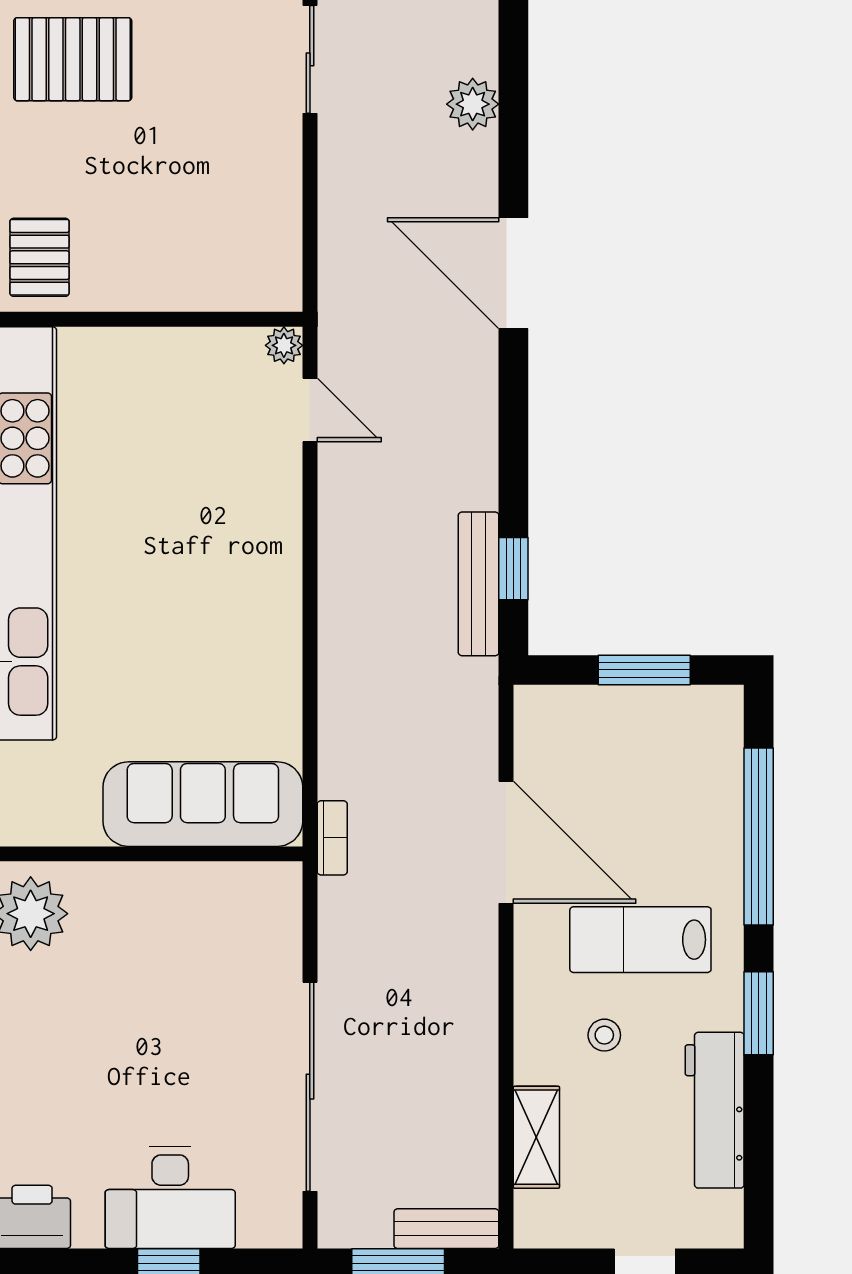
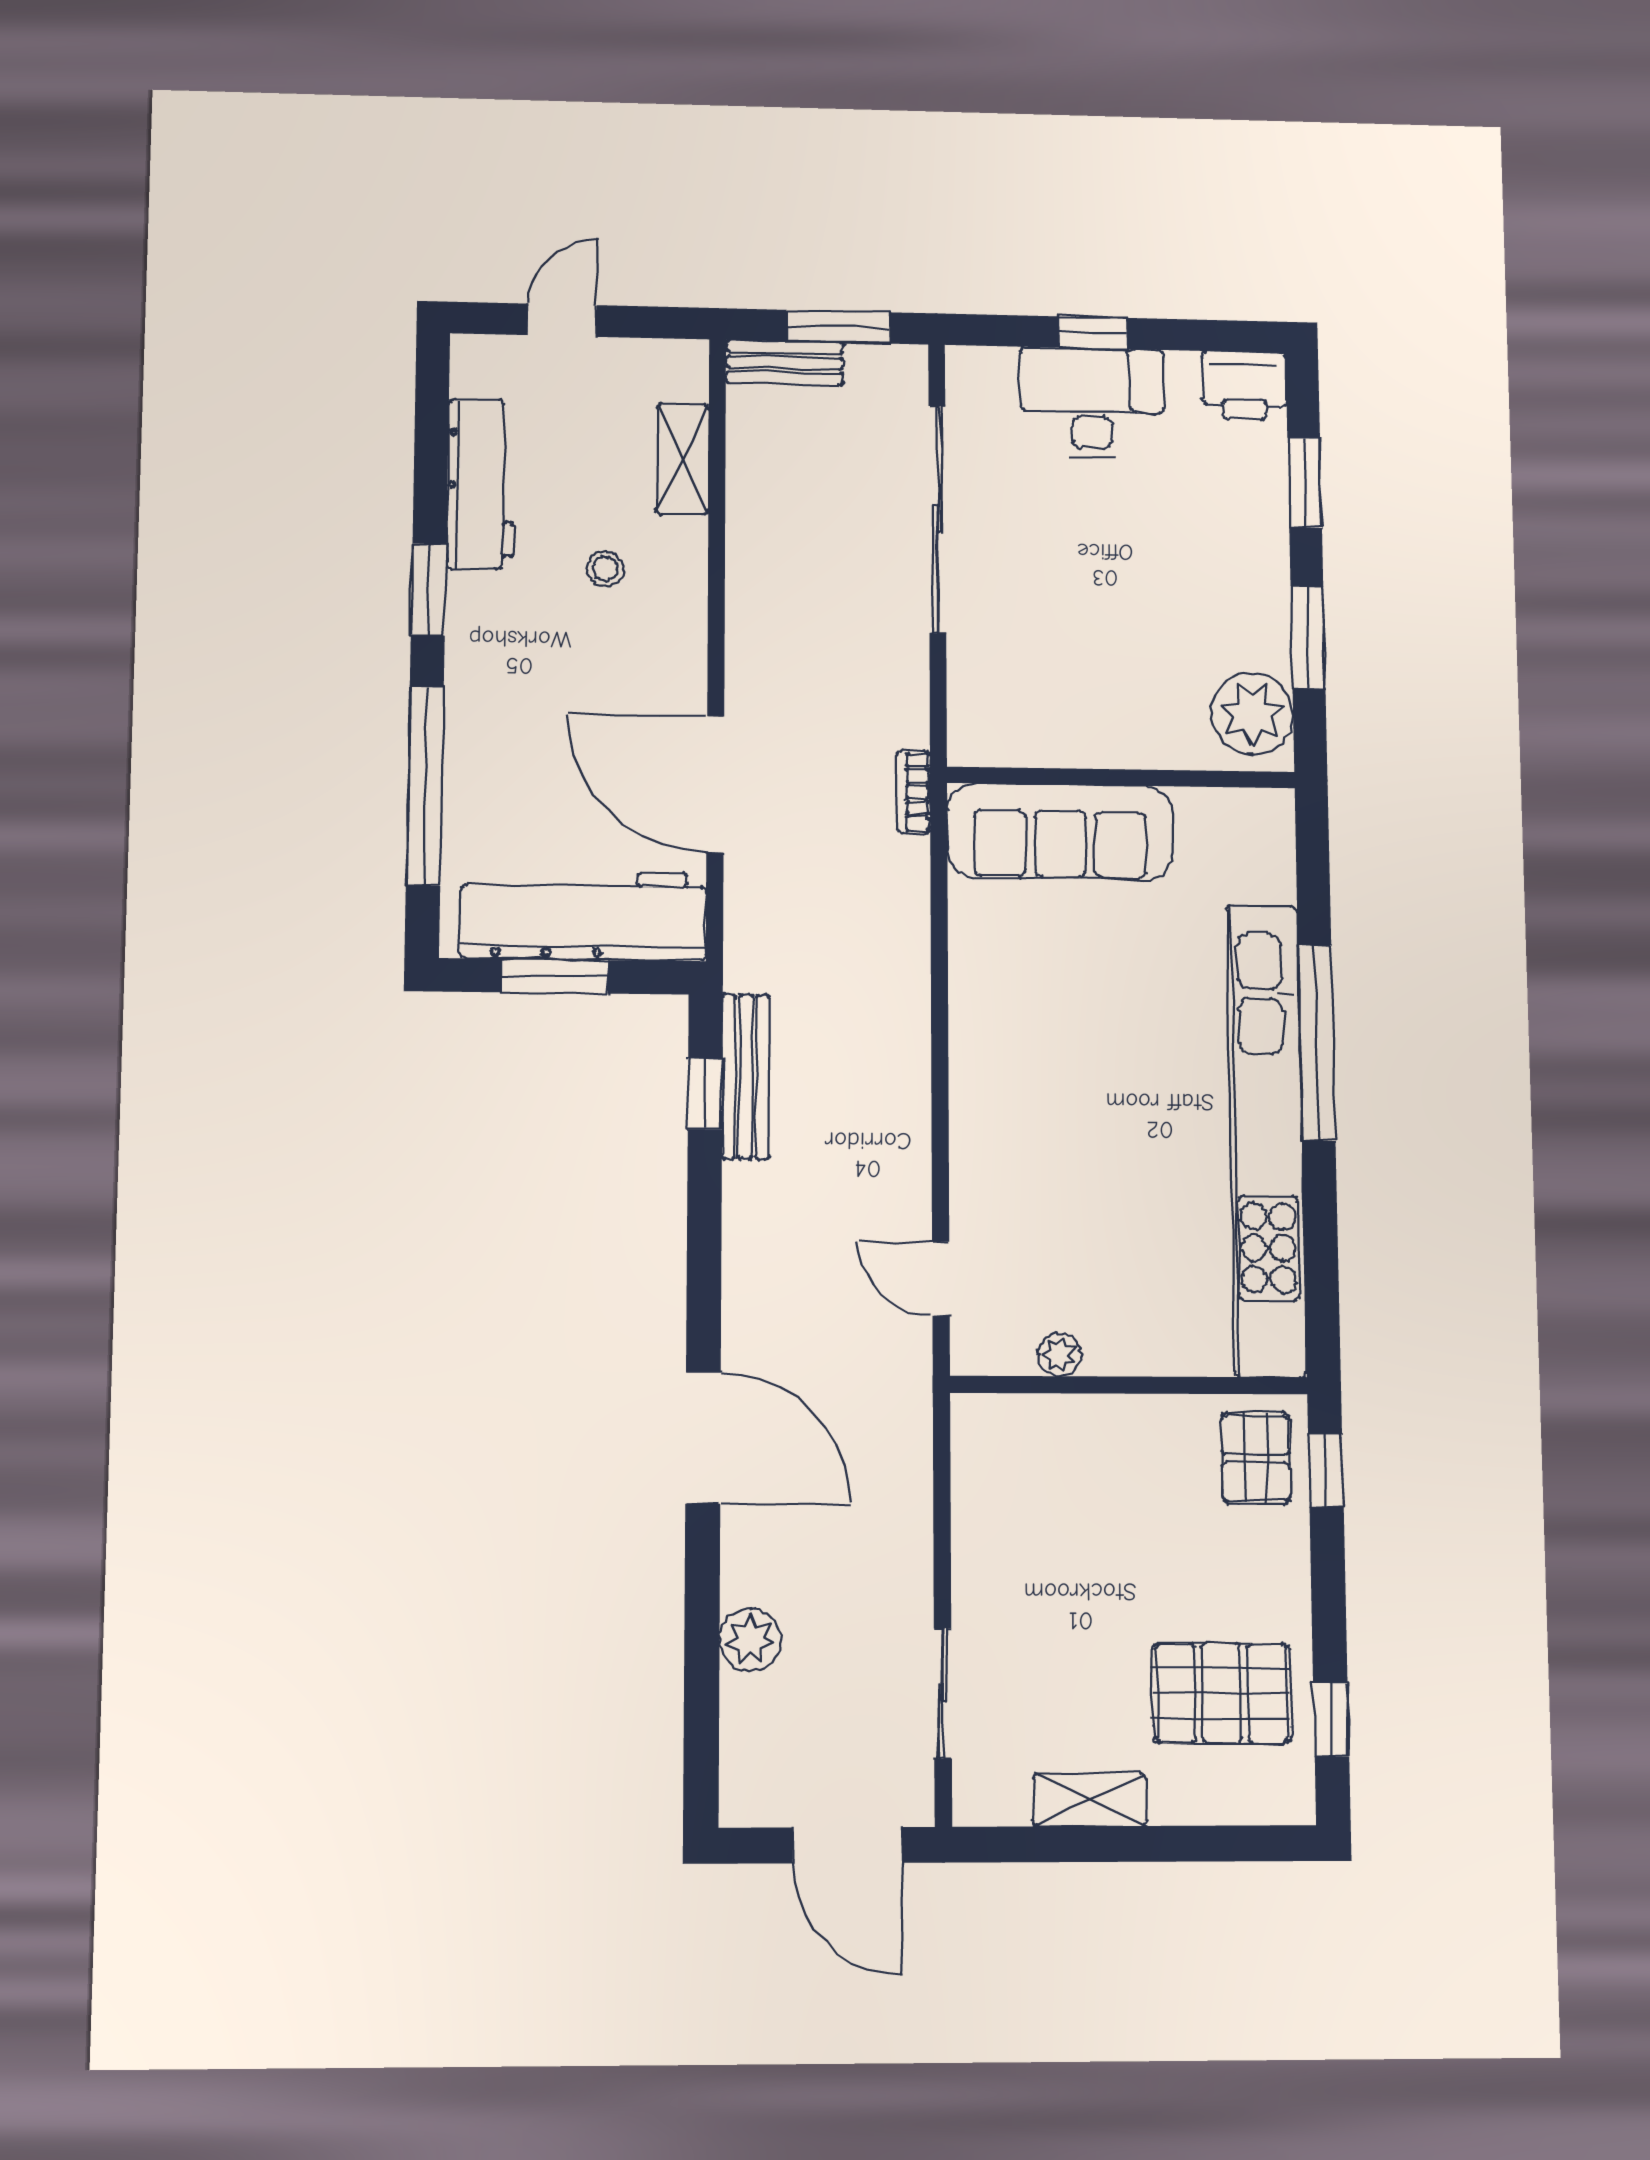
plant: (284, 345) -> (1059, 1355), moved
workbench: (620, 723) -> (583, 916), added
lab bench: (640, 940) -> (563, 673), removed

